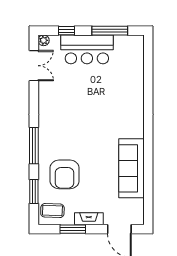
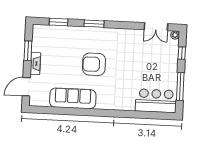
bar counter: (87, 49) -> (156, 101), moved, turned 90
window: (34, 146) -> (94, 24), width x0.69
armchair: (65, 174) -> (94, 64), moved
coffee table: (52, 211) -> (43, 36), removed

